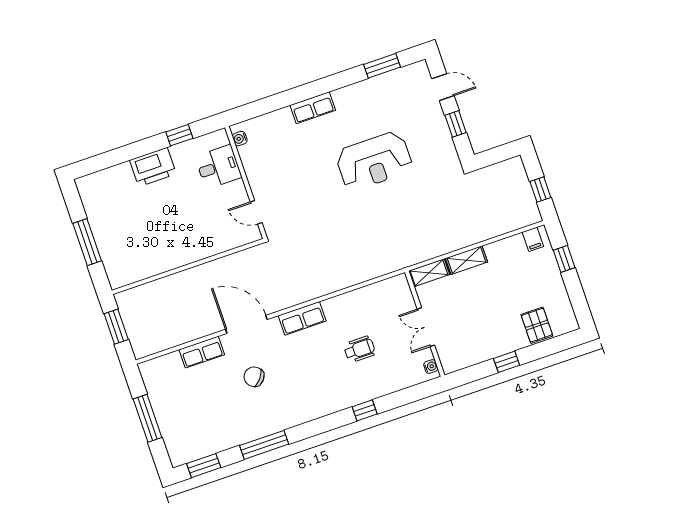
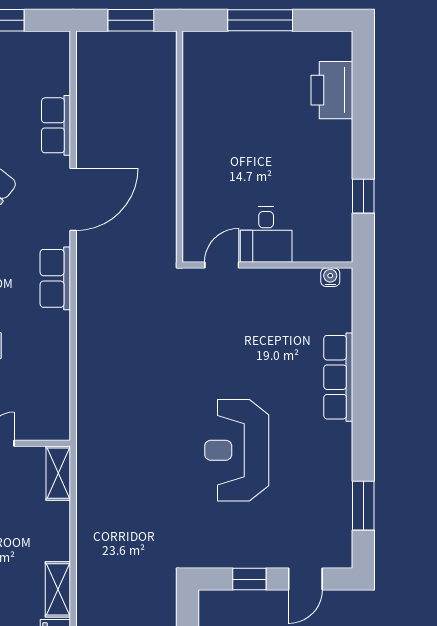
row of seats: (313, 108) -> (338, 377), width x1.48
printer: (153, 167) -> (332, 90), moved
desk: (218, 167) -> (266, 235), moved
shelving: (467, 260) -> (58, 589), moved

